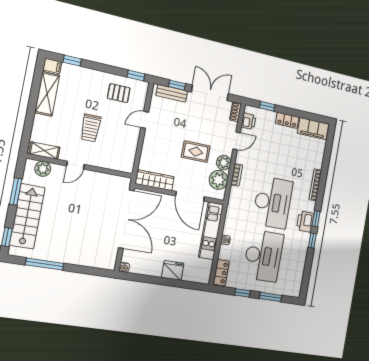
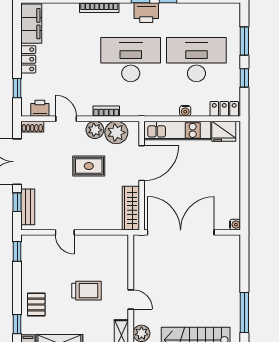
pallet: (119, 93) -> (36, 304), moved
rug: (196, 152) -> (89, 166), turned 90
fridge: (173, 270) -> (224, 131), moved, turned -90

